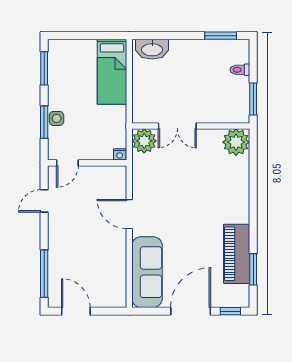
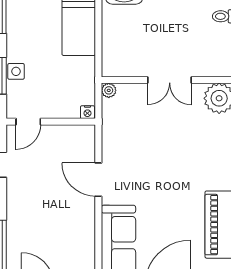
double door: (177, 126) -> (170, 80), moved
plant: (144, 141) -> (109, 90), width x0.53, depth x0.53

